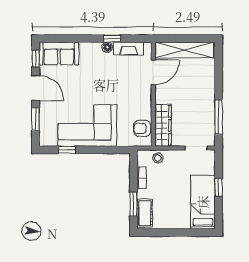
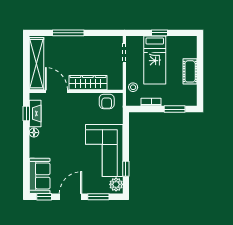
window: (112, 39) -> (26, 113), moved
window: (219, 117) -> (68, 33), moved
wardrobe: (163, 125) -> (88, 83), moved
plant: (49, 139) -> (116, 184), added
bed: (203, 202) -> (155, 60), moved, turned -90
cot: (145, 213) -> (190, 71), moved, turned 90

